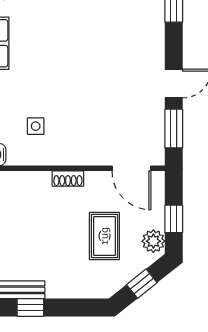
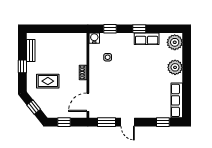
rug: (104, 236) -> (48, 81), moved
plant: (153, 241) -> (54, 113), removed
window: (30, 308) -> (22, 66), moved

